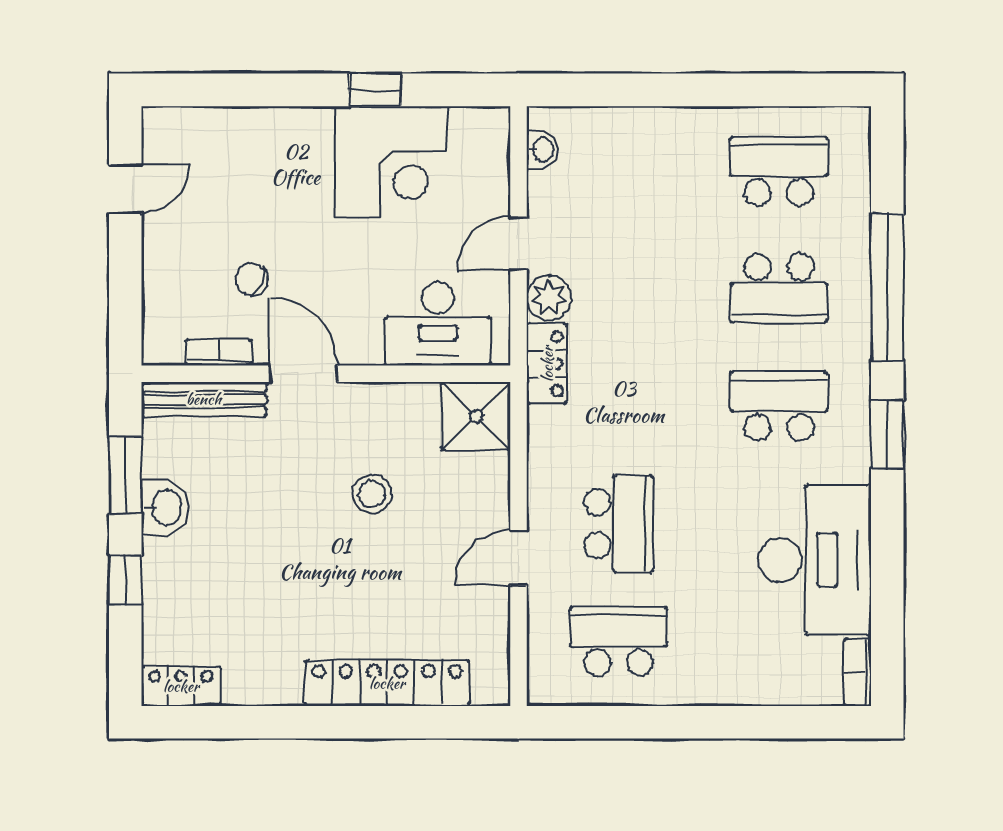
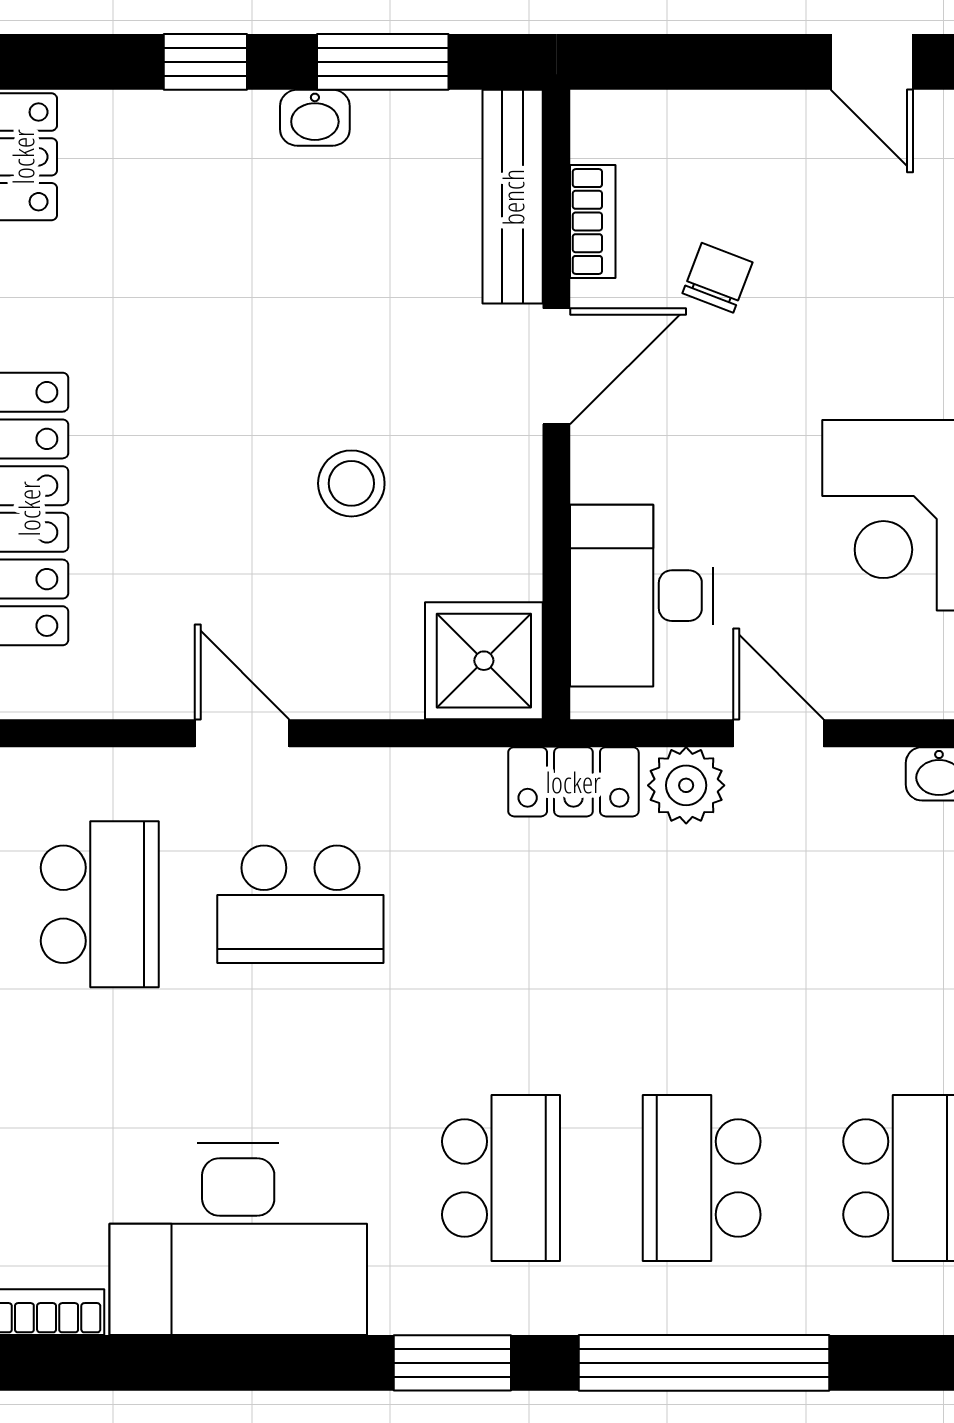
washbasin: (165, 507) -> (315, 118), width x0.72, depth x0.69

